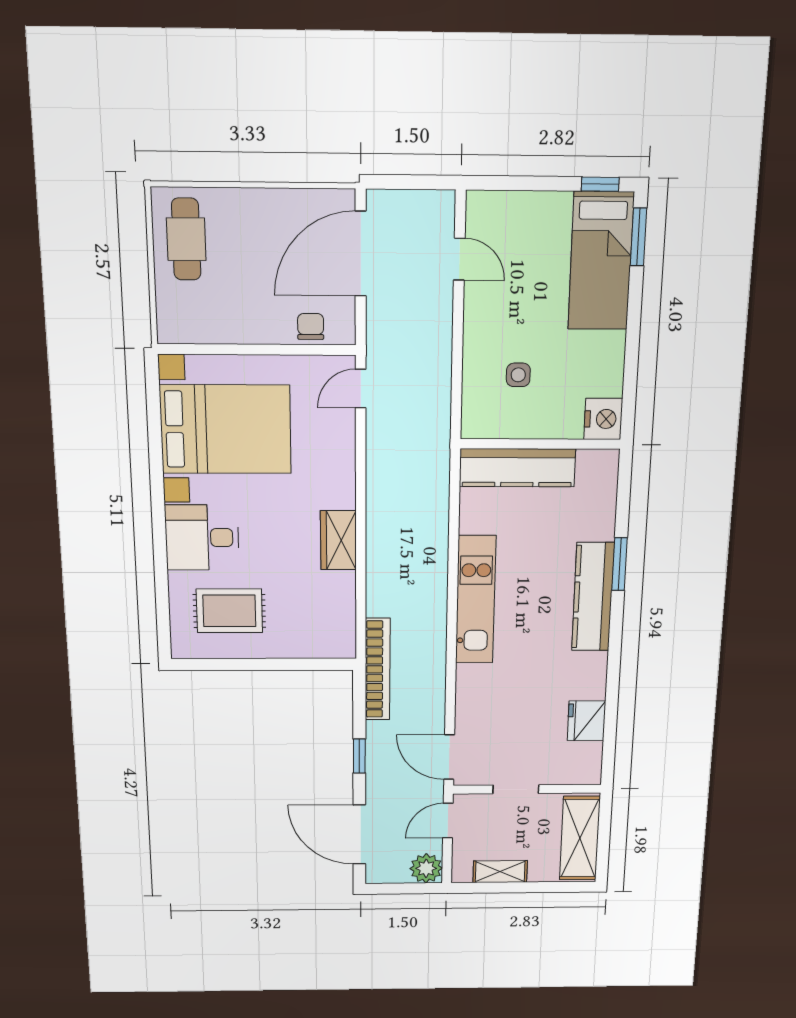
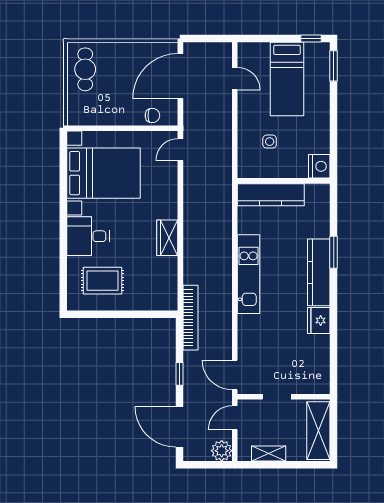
bed: (601, 261) -> (287, 79), moved
chair: (311, 326) -> (152, 116), turned 90
fridge: (586, 721) -> (319, 320), moved

